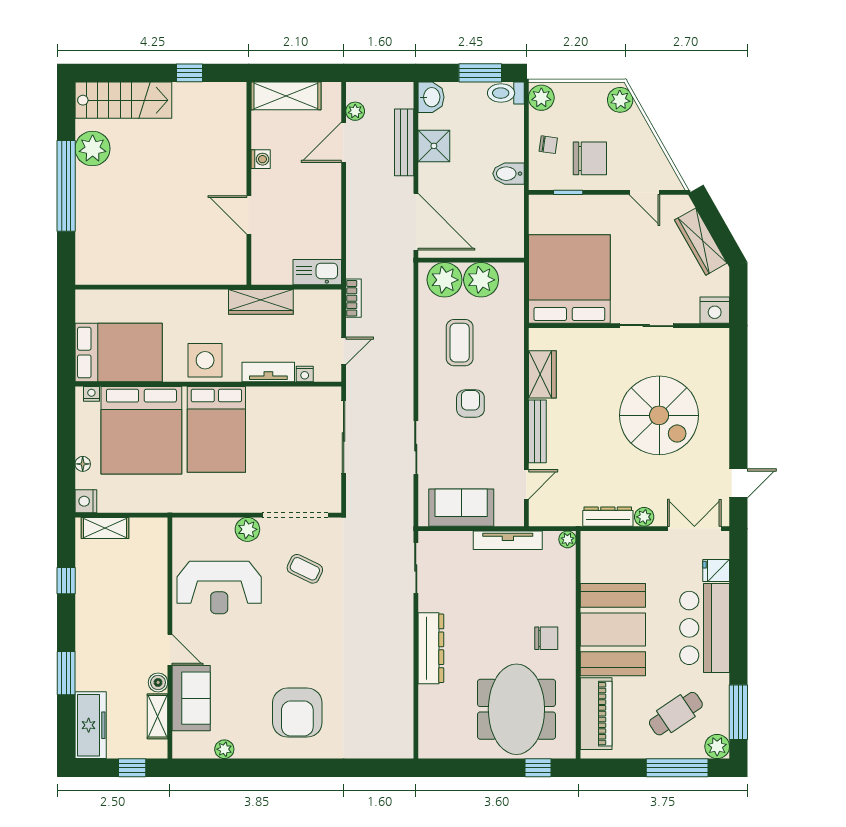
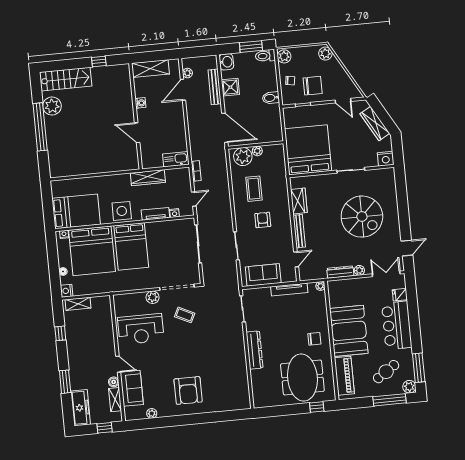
plant: (481, 280) -> (257, 151), width x0.53, depth x0.53

